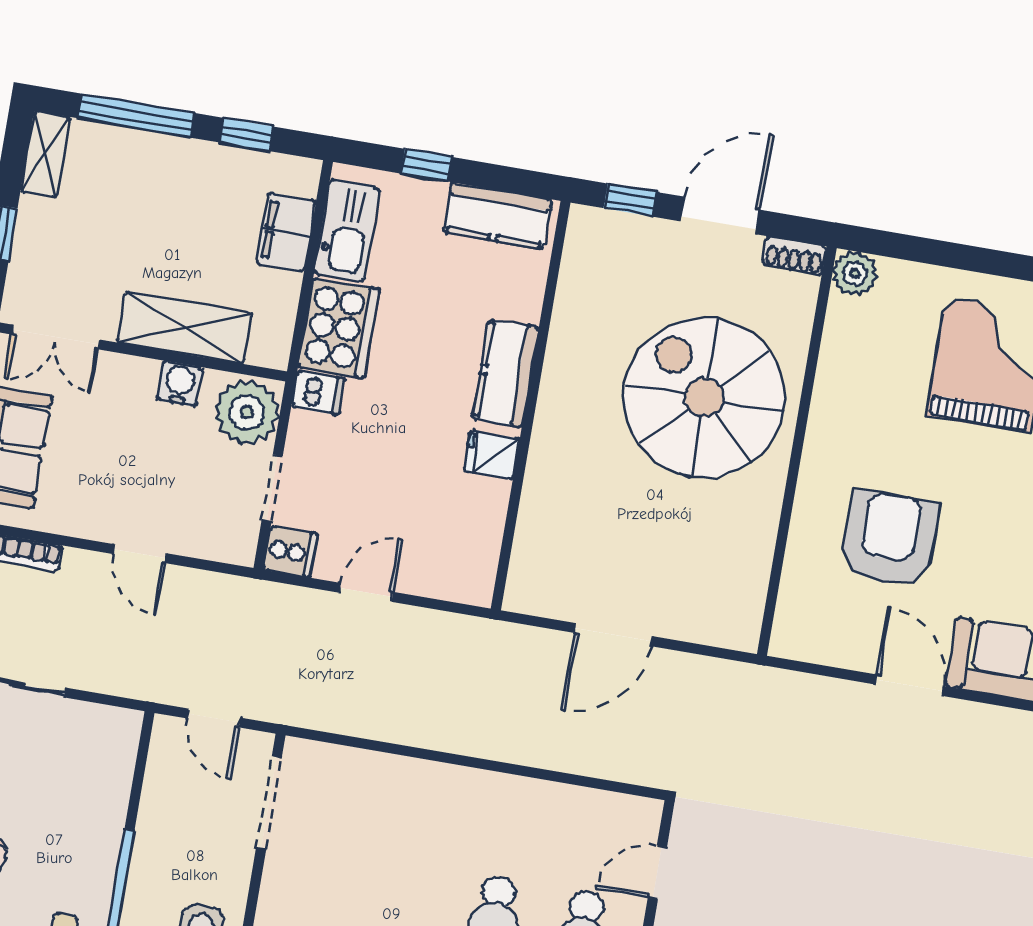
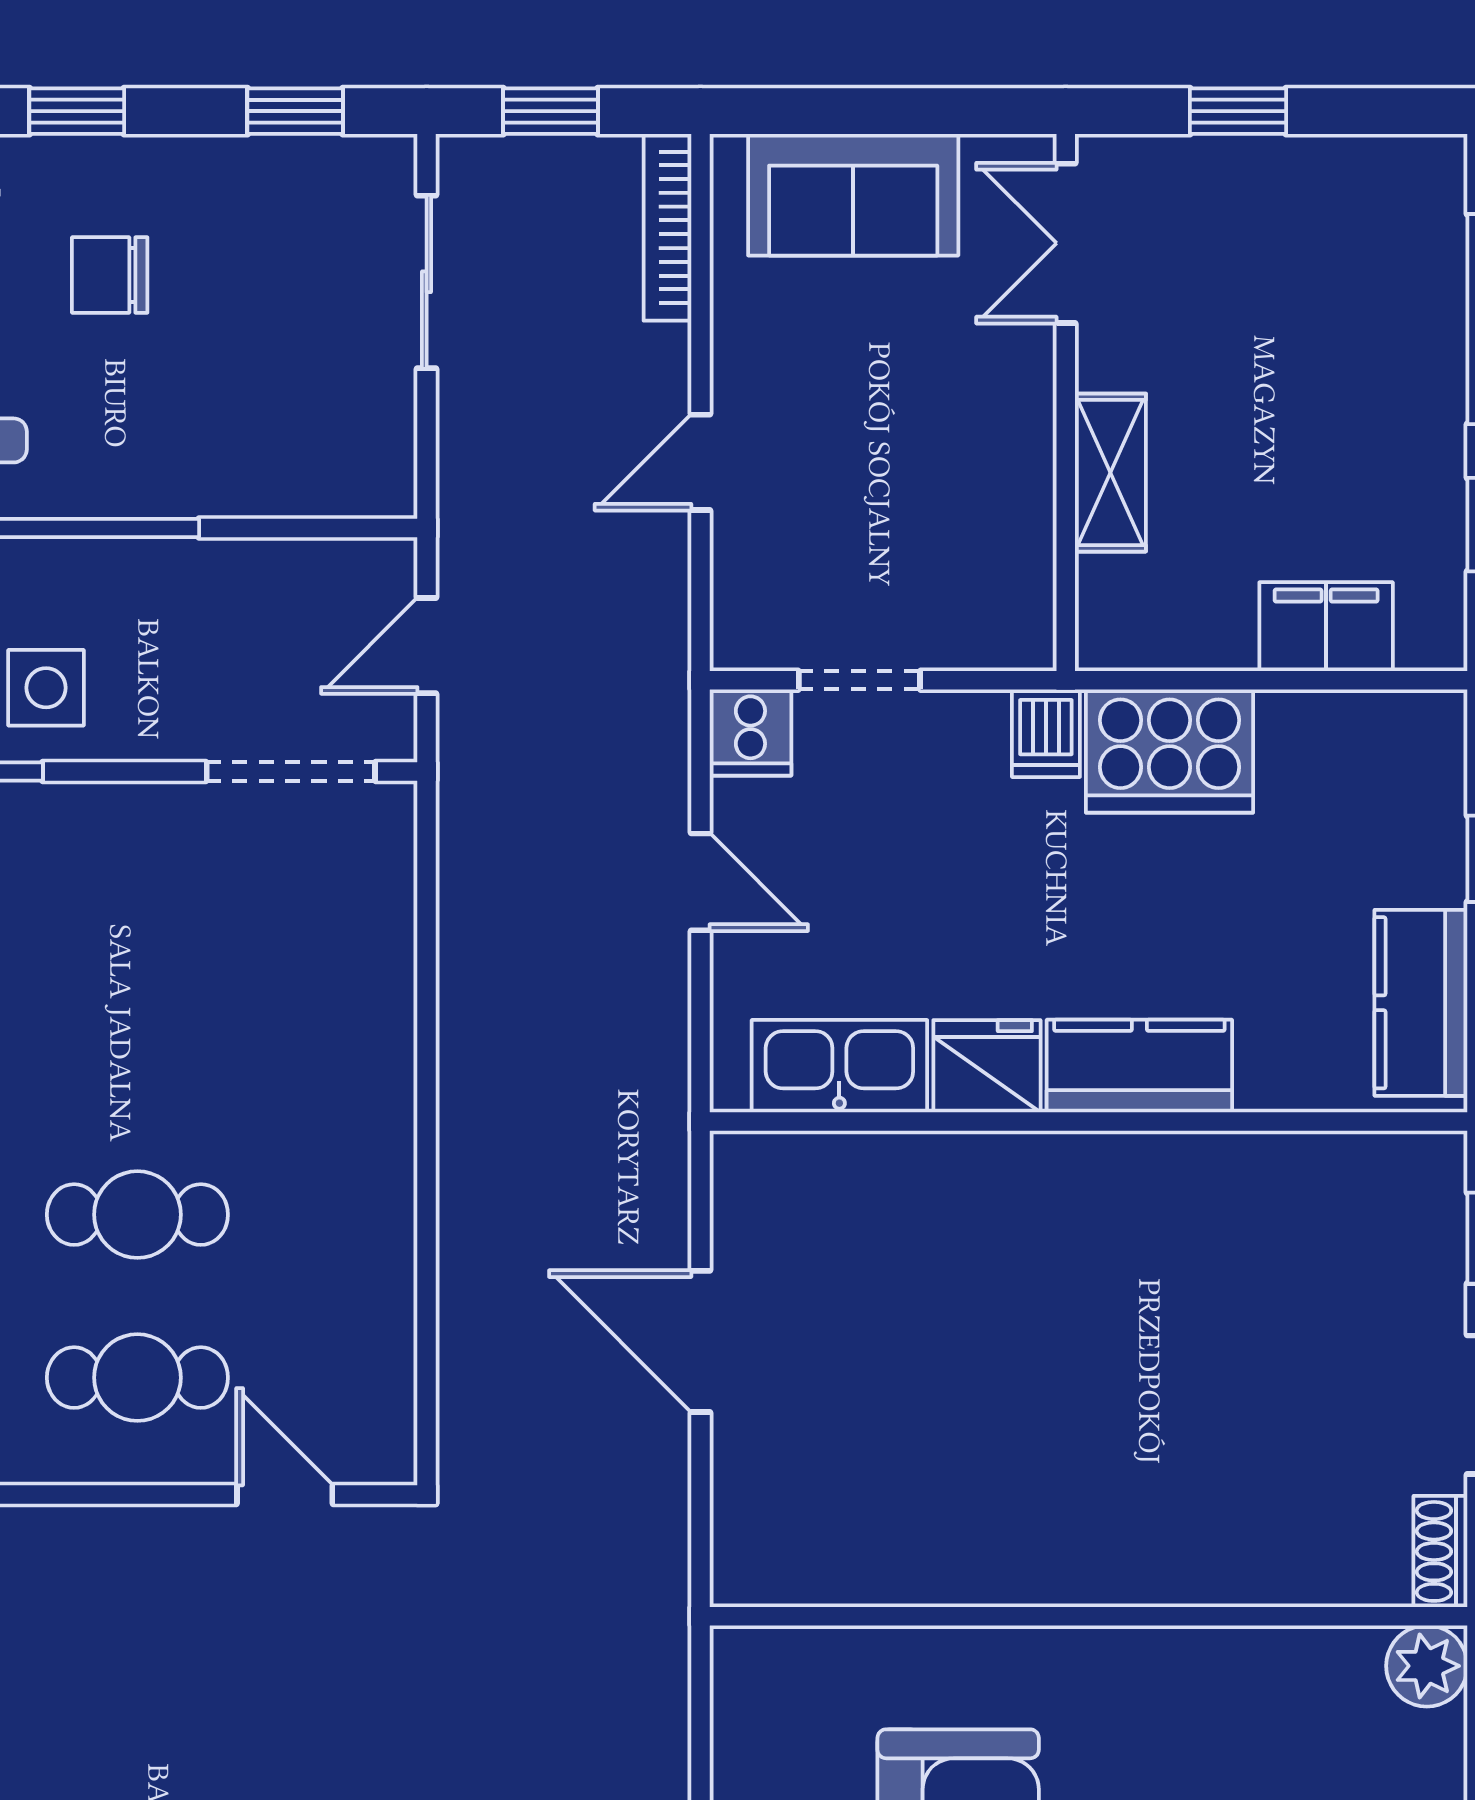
shelving: (45, 154) -> (1393, 168), removed
kitchen sink: (347, 231) -> (839, 1066), moved, turned 180
shelving: (185, 328) -> (1110, 473), width x0.67, depth x0.75
water cooler: (180, 384) -> (1020, 481), removed
spiral stairs: (704, 398) -> (1157, 1432), removed
plant: (247, 412) -> (989, 611), removed
fridge: (492, 455) -> (987, 1066), width x1.38

